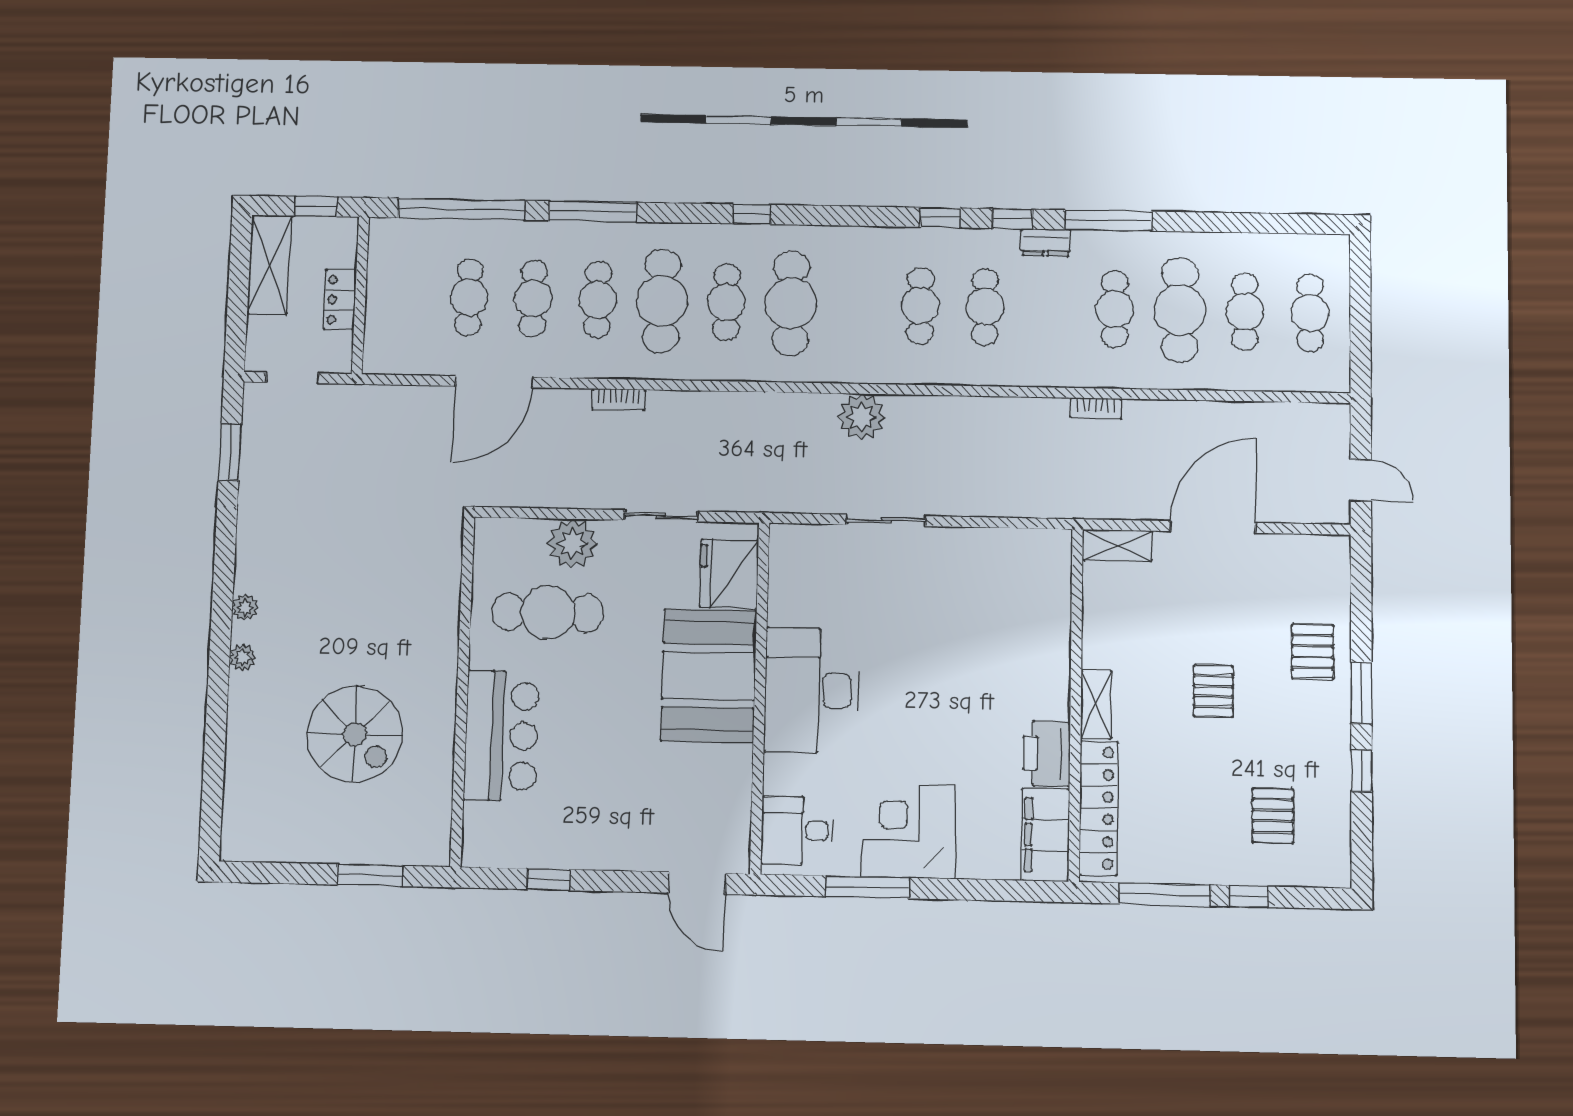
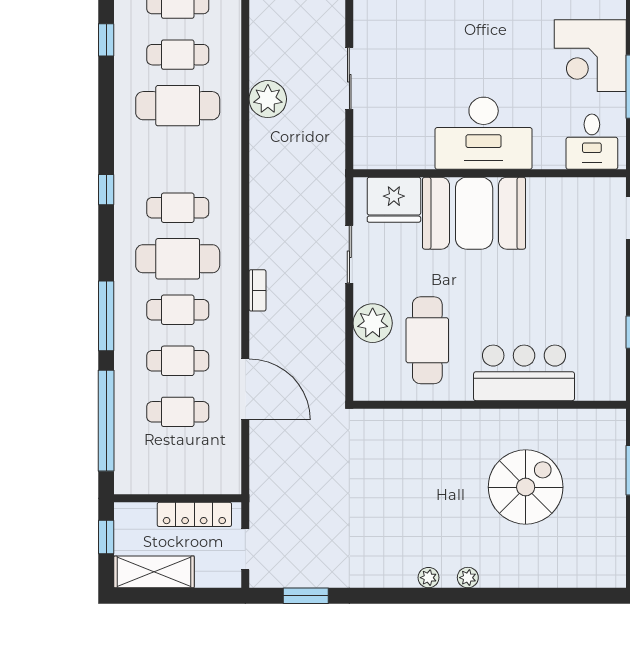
locker: (340, 300) -> (194, 514), width x1.53
cafe table: (791, 303) -> (178, 106), moved

